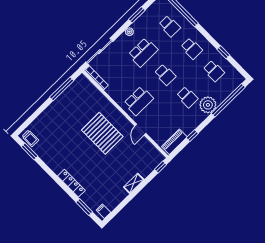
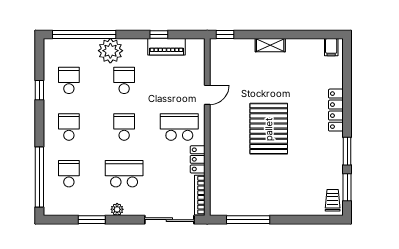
locker: (114, 94) -> (198, 159), added
pallet: (102, 133) -> (269, 129), moved
piano: (174, 142) -> (166, 47), moved
window: (84, 207) -> (347, 151), moved

